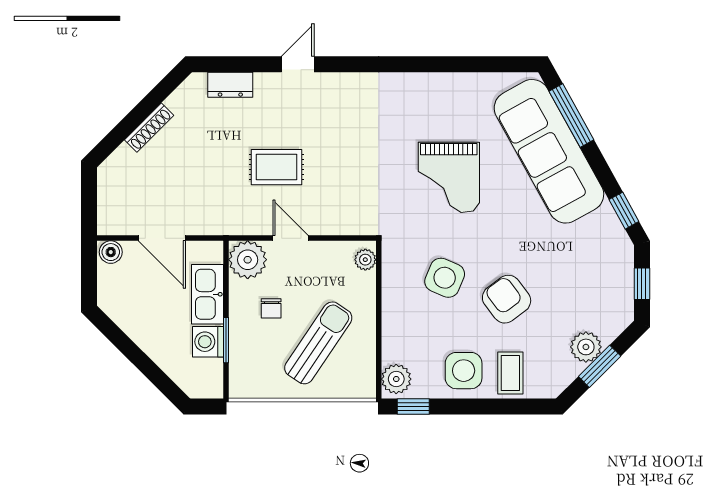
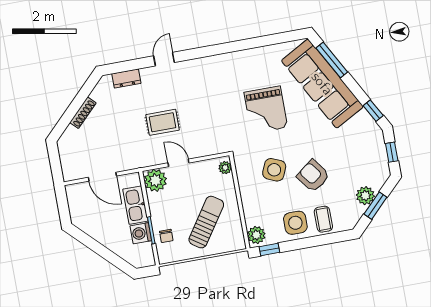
boiler: (111, 252) -> (74, 191), removed
chair: (271, 308) -> (166, 236), moved

